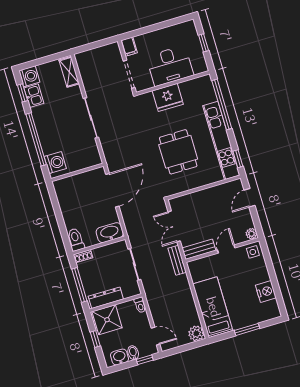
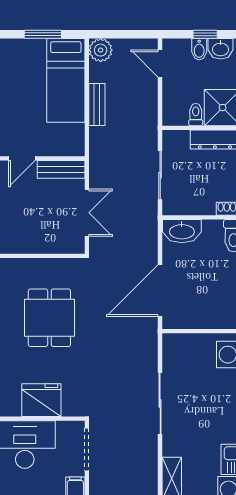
bench: (177, 260) -> (97, 105), moved
toilet: (140, 305) -> (196, 115), moved
window: (247, 329) -> (43, 34), moved
window: (145, 360) -> (205, 34), moved

